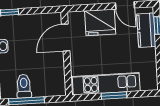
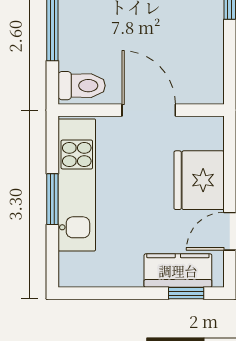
door: (66, 38) -> (149, 110), moved
toilet: (24, 86) -> (82, 86), moved

